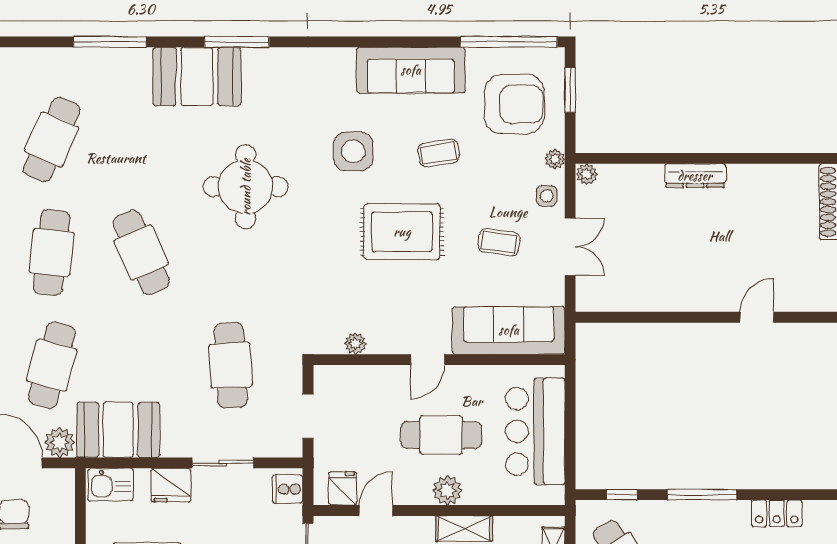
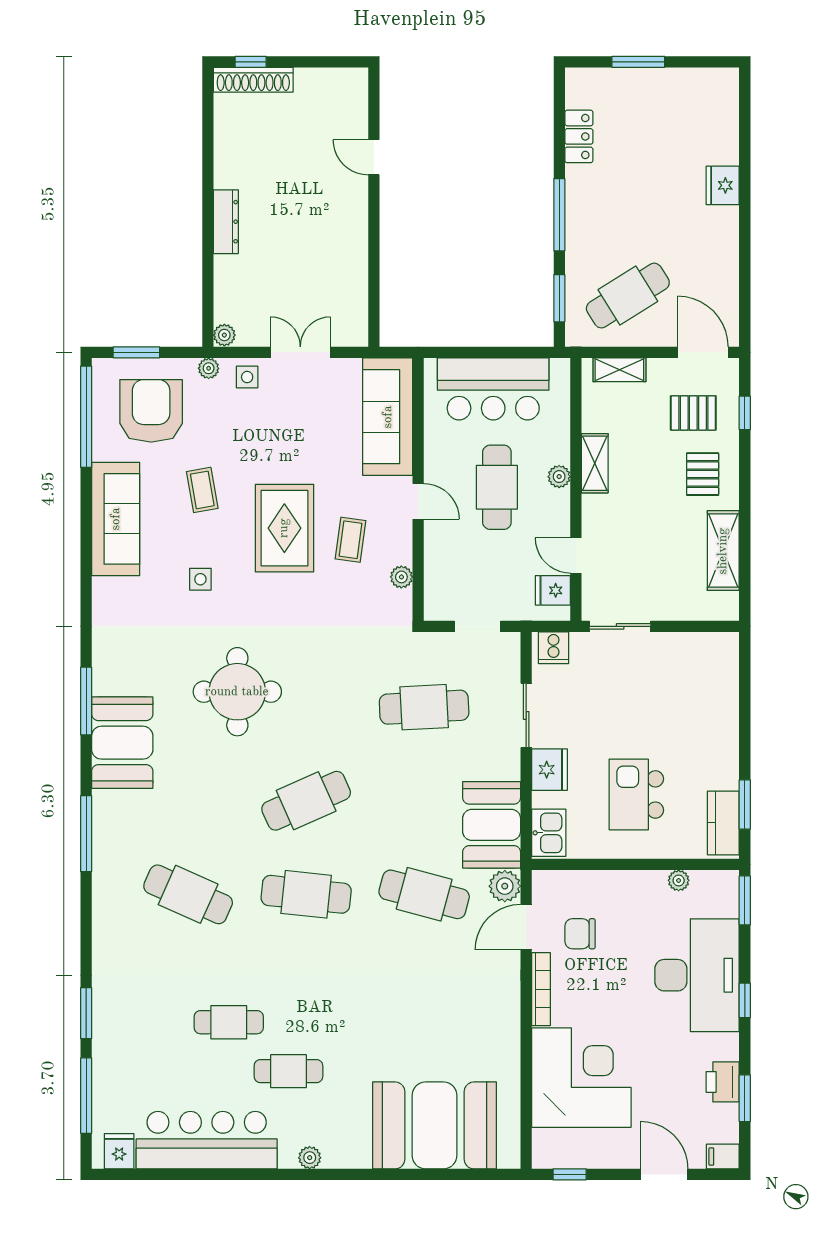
side table: (353, 151) -> (200, 579), width x0.54, depth x0.54
coffee table: (499, 242) -> (350, 540), moved
plant: (447, 490) -> (559, 477), width x0.73, depth x0.73
window: (622, 495) -> (559, 298), width x1.50

